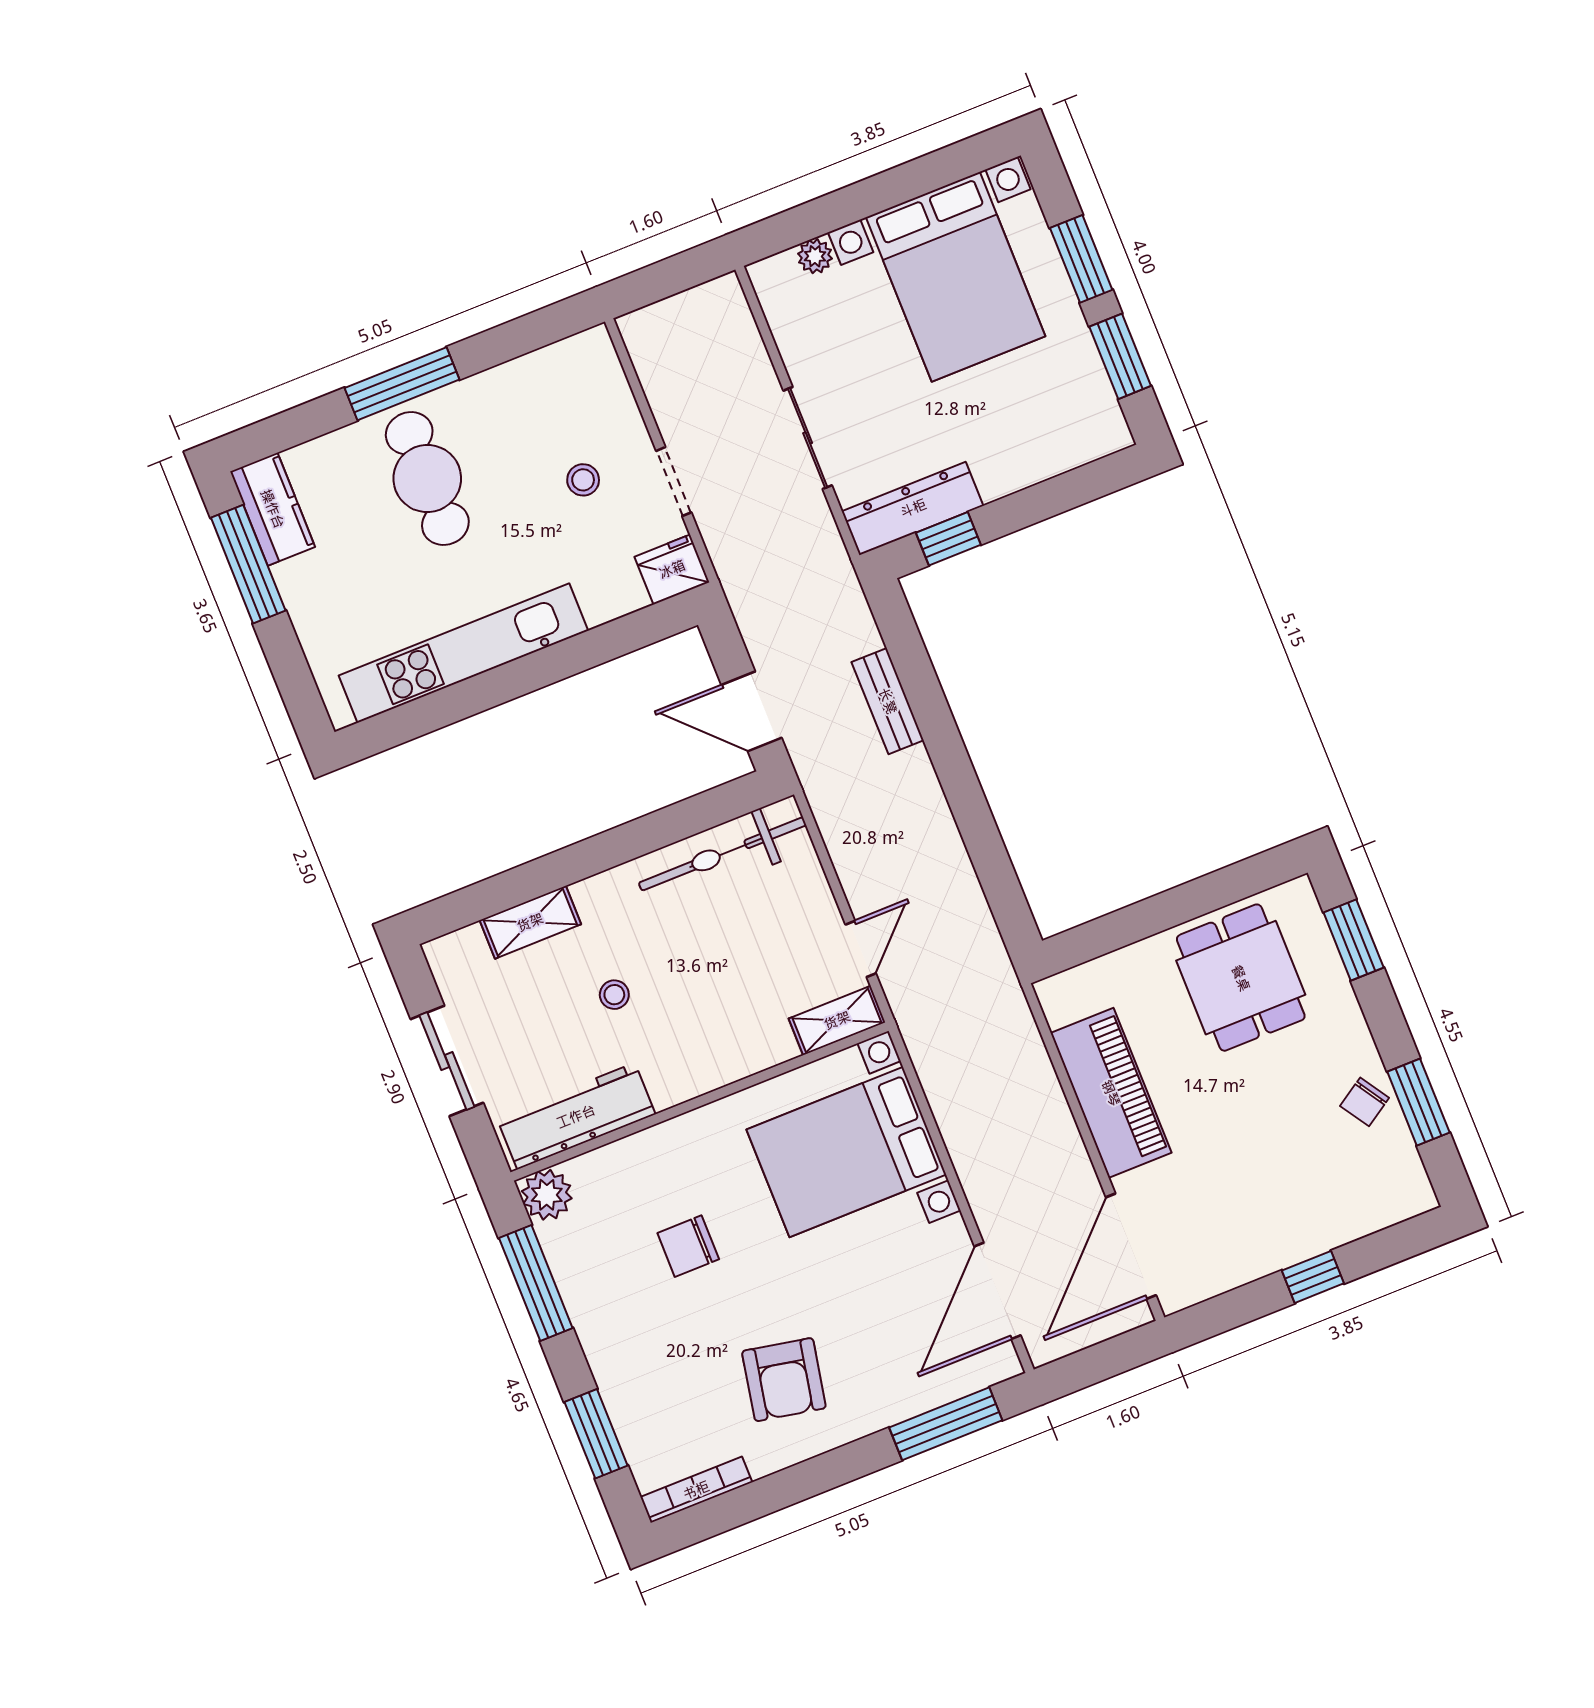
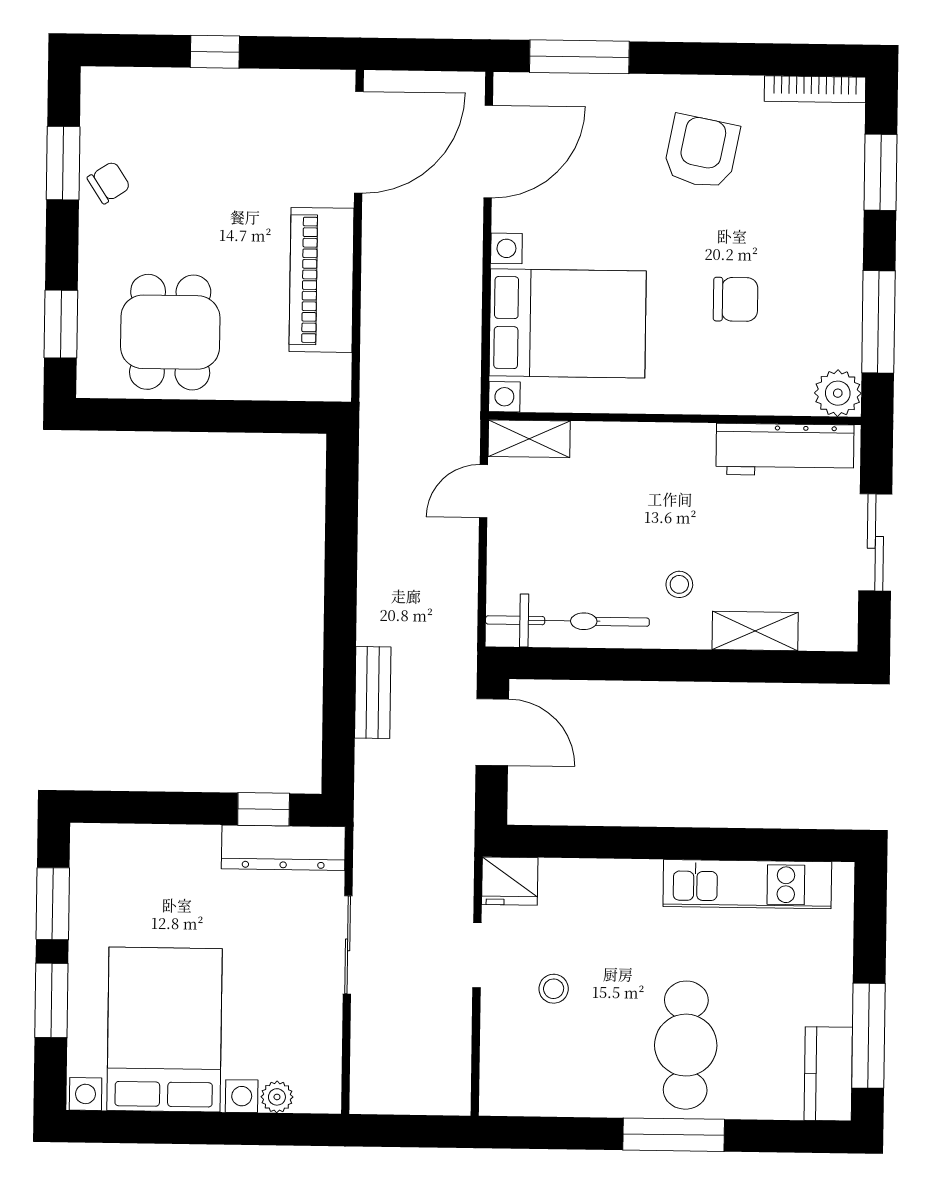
kitchen unit: (463, 653) -> (747, 884), width x0.73
stool: (614, 995) -> (679, 584), moved

